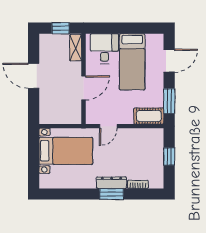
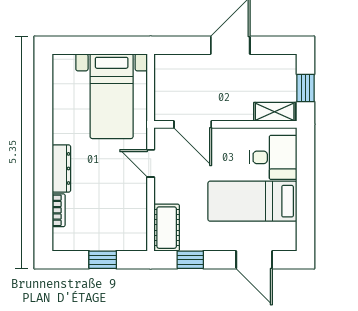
door: (84, 88) -> (193, 124), moved
window: (169, 101) -> (190, 260), width x0.67
window: (112, 194) -> (43, 169), removed

